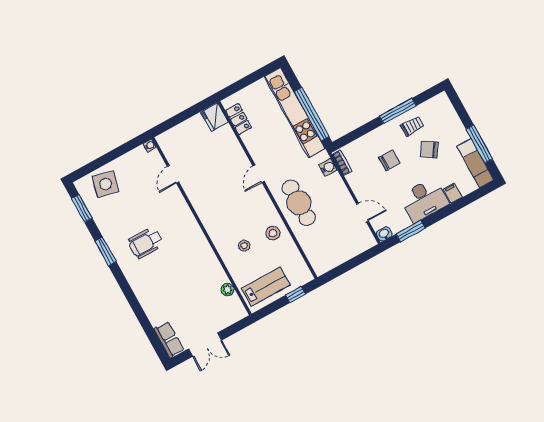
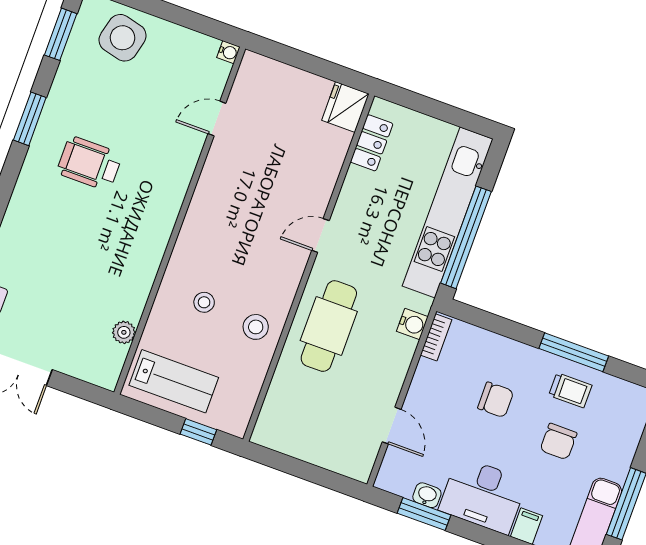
chair: (429, 149) -> (558, 442), turned -124
washbasin: (384, 234) -> (427, 495), moved

